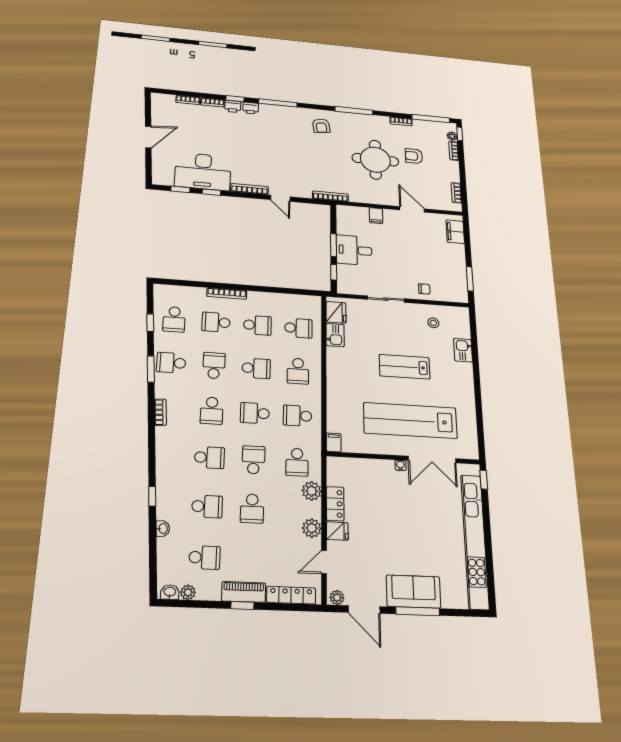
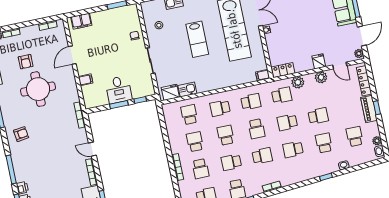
door: (280, 198) -> (92, 149), swing flipped
school desk: (298, 371) -> (220, 108), turned 180
school desk: (298, 416) -> (251, 102), turned -90
school desk: (209, 458) -> (293, 149), turned -90
locker: (335, 504) -> (283, 70), moved

